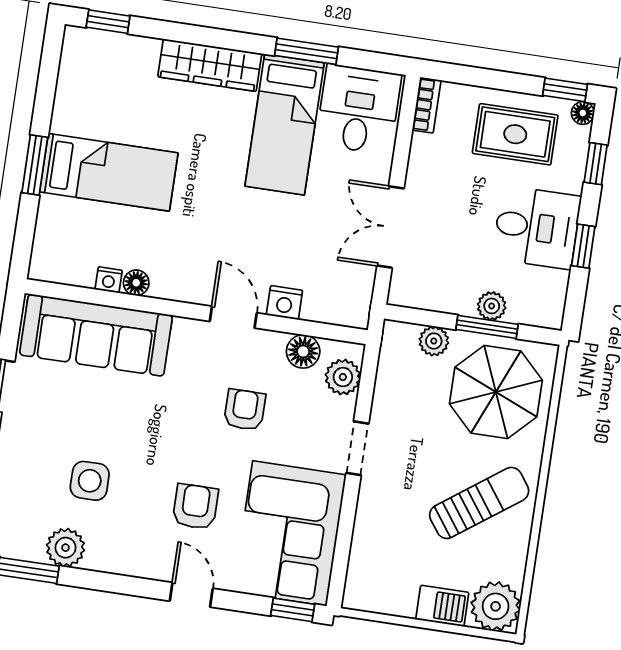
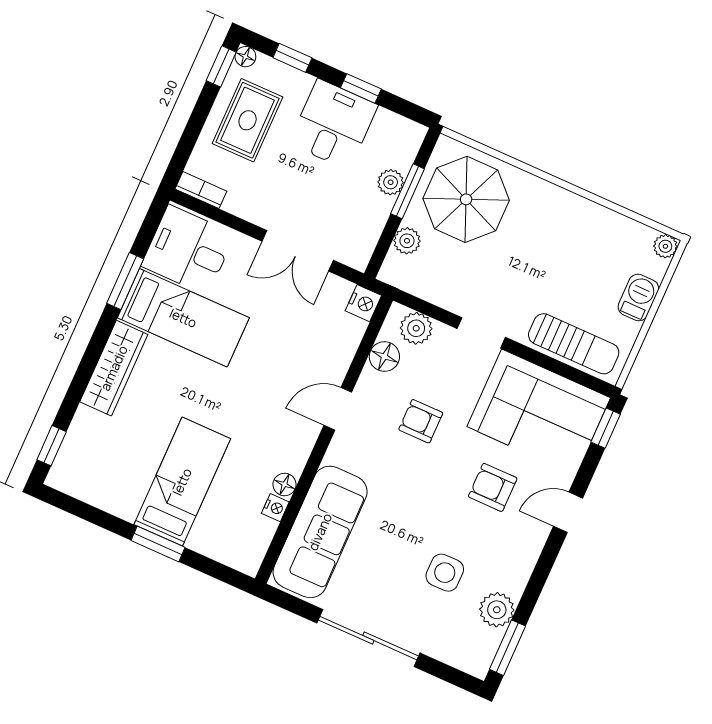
nightstand: (284, 303) -> (363, 303), moved
sun lounger: (479, 503) -> (574, 344), moved, turned 126
plant: (496, 606) -> (665, 246), width x0.53, depth x0.53

